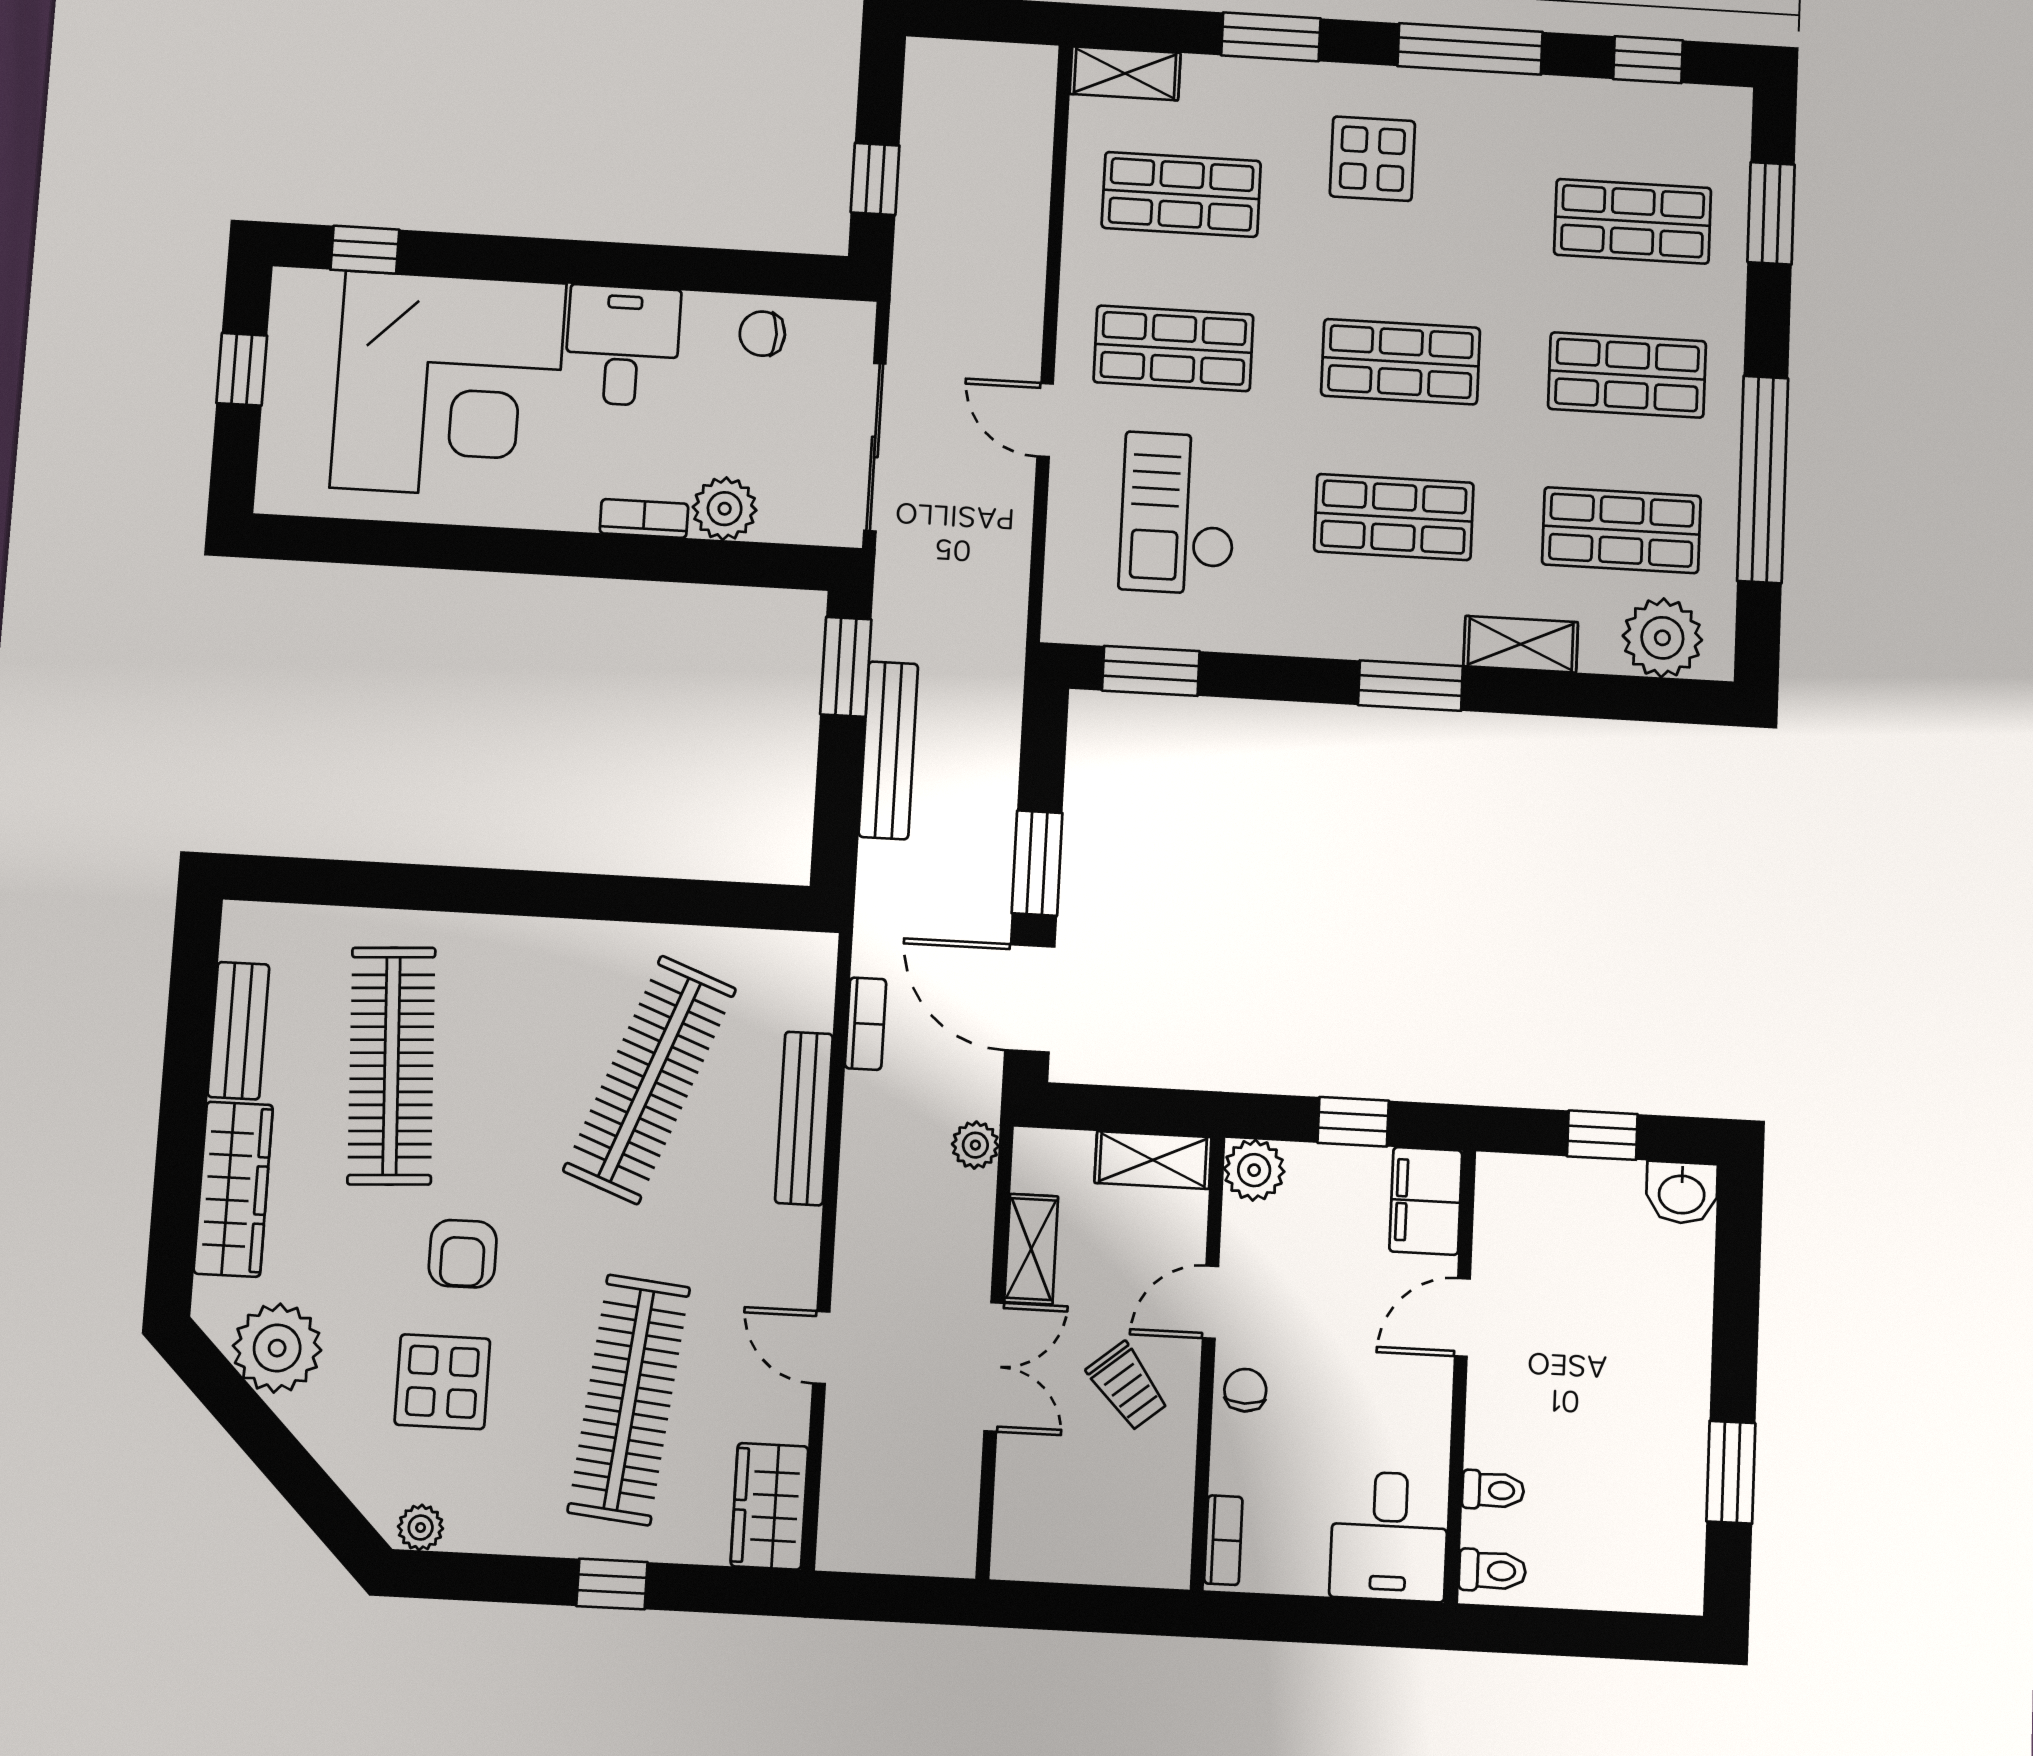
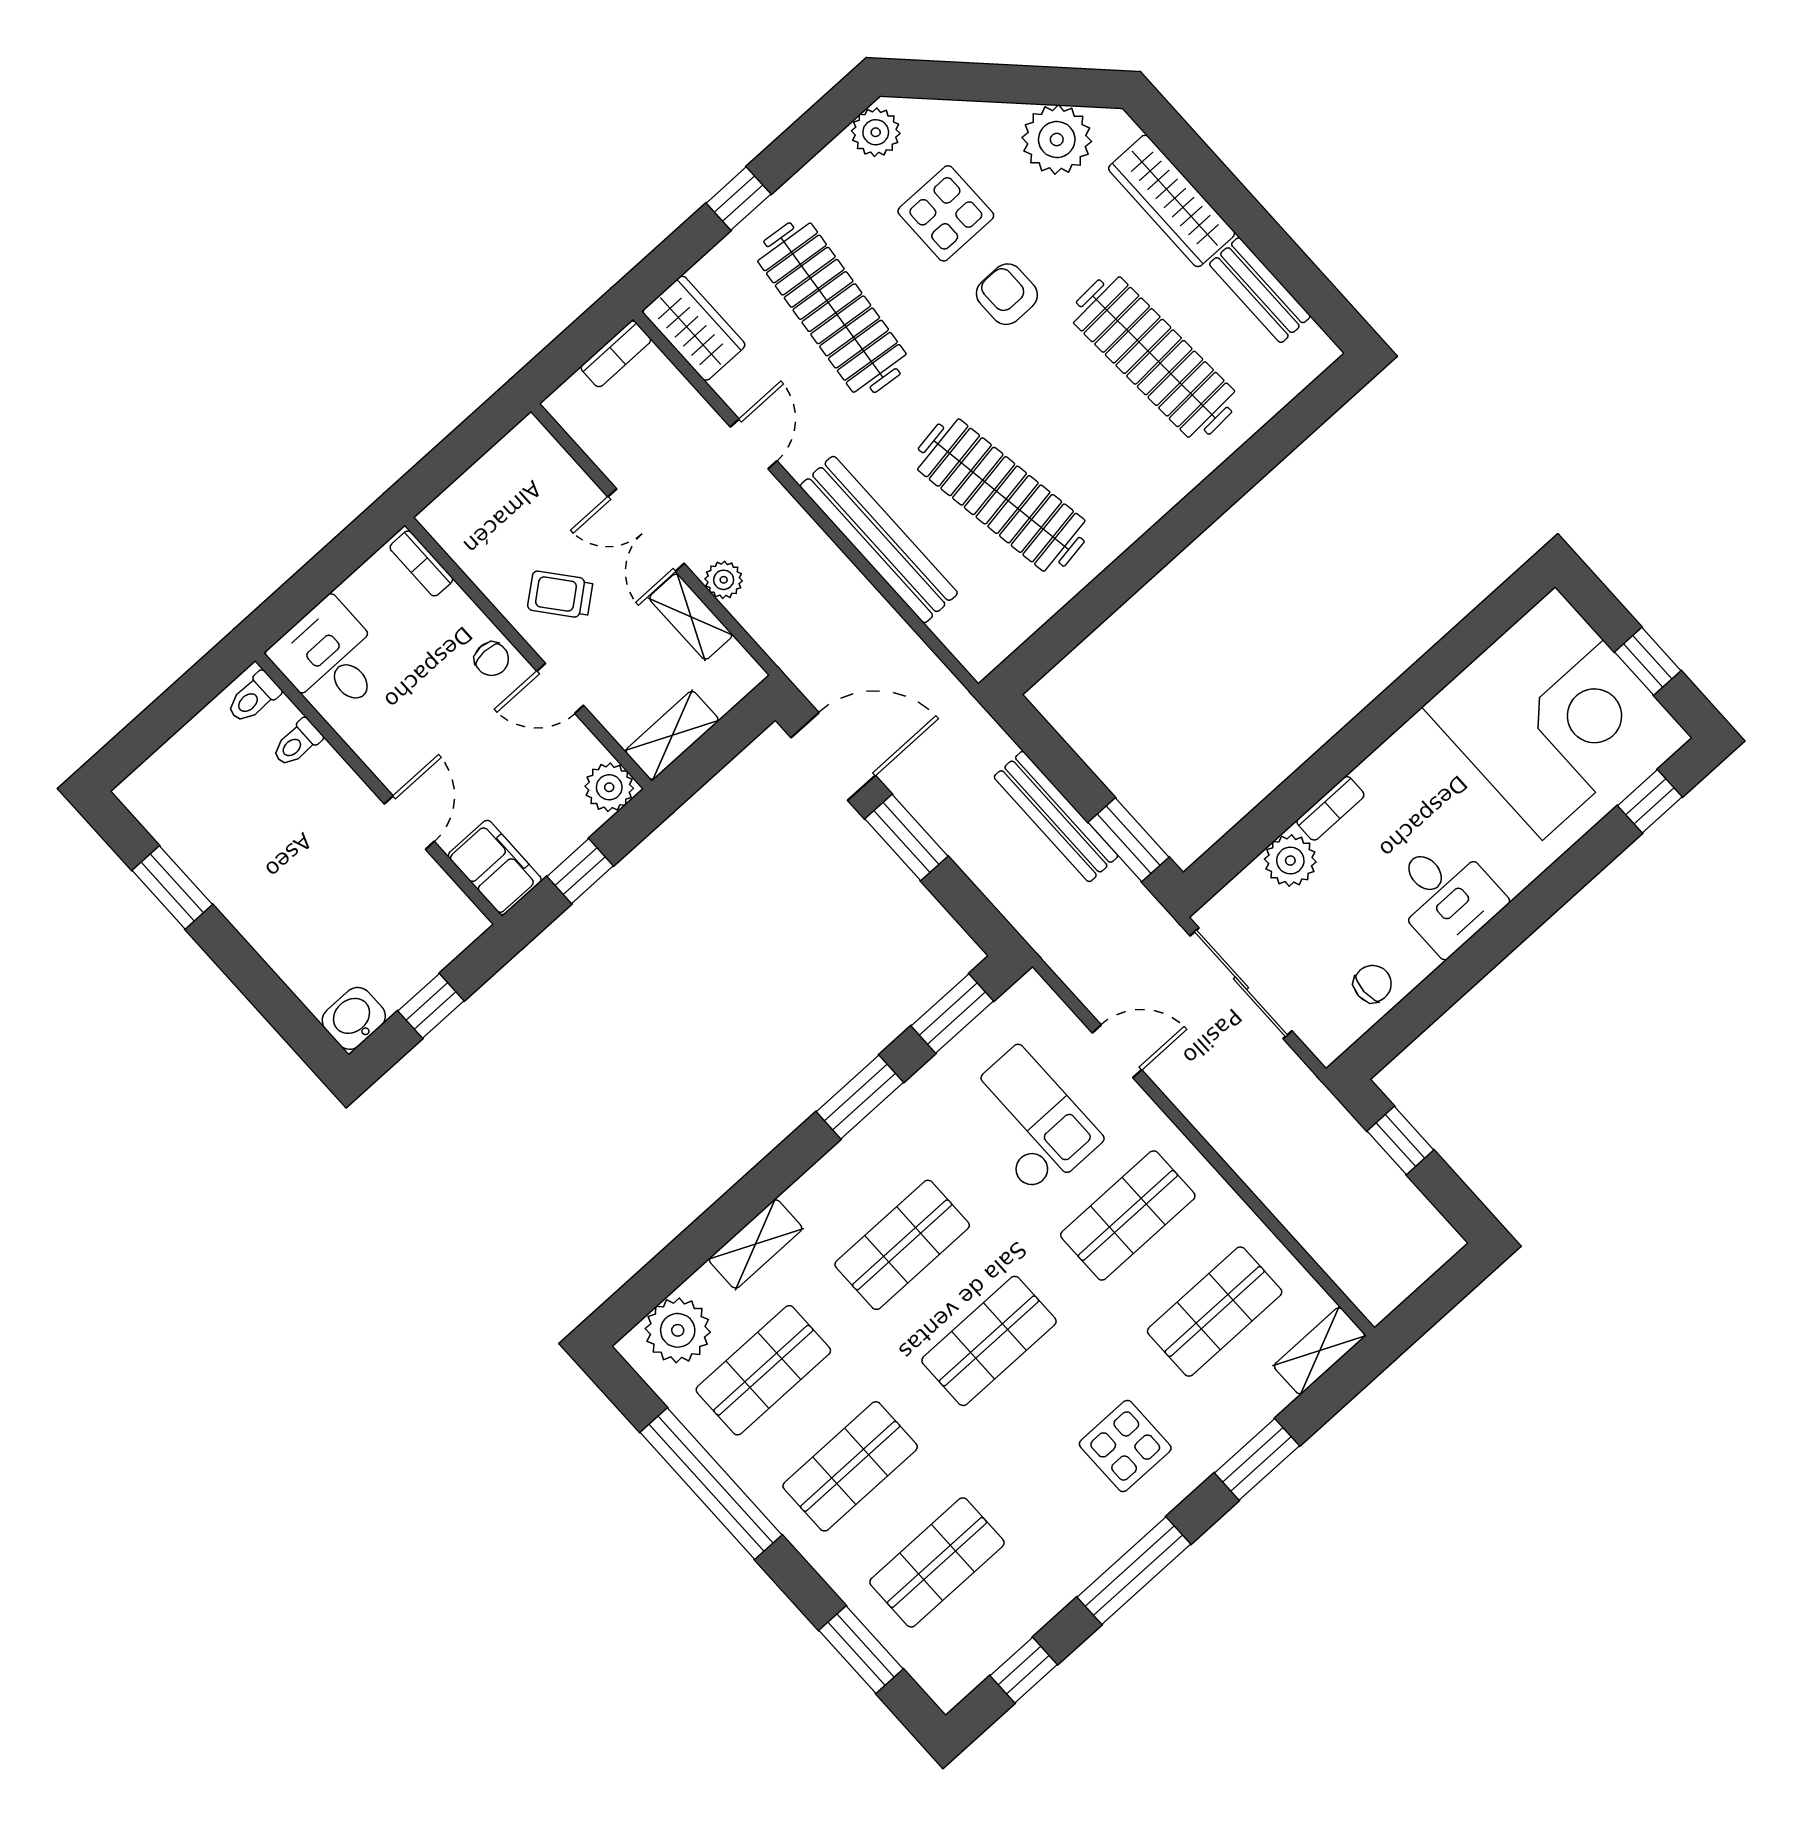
corner desk: (448, 385) -> (1549, 714), moved, turned 180
door: (1045, 420) -> (1117, 1051), moved
window: (1410, 686) -> (860, 1097), moved
bookcase: (866, 1024) -> (616, 354), moved, turned -90
clothes rail: (650, 1080) -> (1001, 495), turned -30
bench: (804, 1118) -> (879, 540), width x1.37, depth x1.21
plant: (975, 1145) -> (724, 580), moved
door: (1210, 1302) -> (560, 688), swing flipped
door: (821, 1347) -> (754, 444), hinge flipped
plant: (421, 1528) -> (876, 132), width x1.38, depth x1.38

